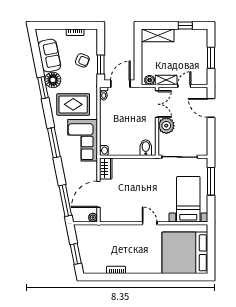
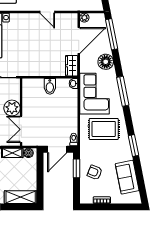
floor lamp: (53, 80) -> (106, 62), moved
bidet: (146, 148) -> (50, 86), moved
door: (150, 223) -> (47, 12), moved

